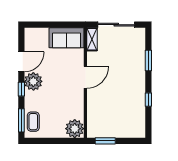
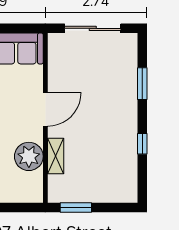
shelving: (92, 39) -> (56, 156), moved
plant: (75, 129) -> (29, 156), moved

